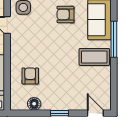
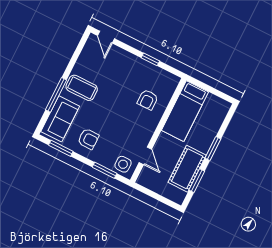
floor lamp: (34, 104) -> (157, 73), removed
window: (60, 113) -> (150, 59), moved

